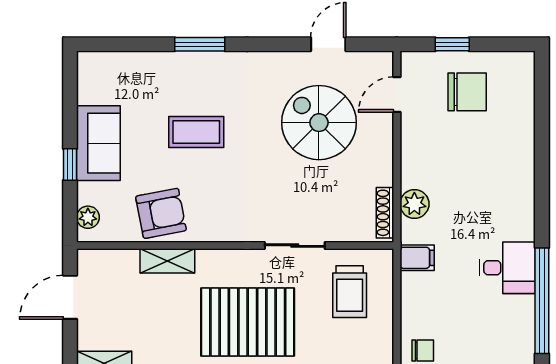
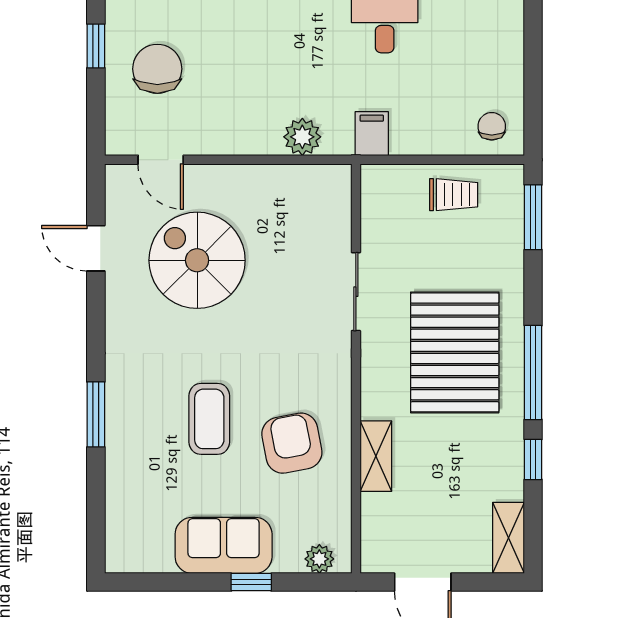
window: (452, 44) -> (96, 46), moved
spiral stairs: (319, 123) -> (197, 260), turned 90
armchair: (161, 213) -> (292, 443), moved
shoe rack: (385, 213) -> (314, 175), removed
trolley: (350, 292) -> (454, 195), moved, width x0.73, depth x0.72

